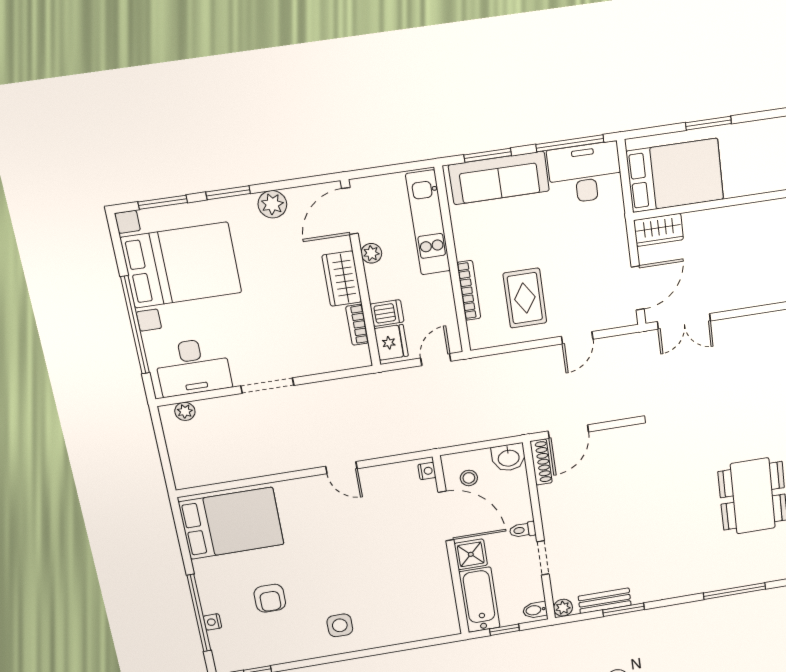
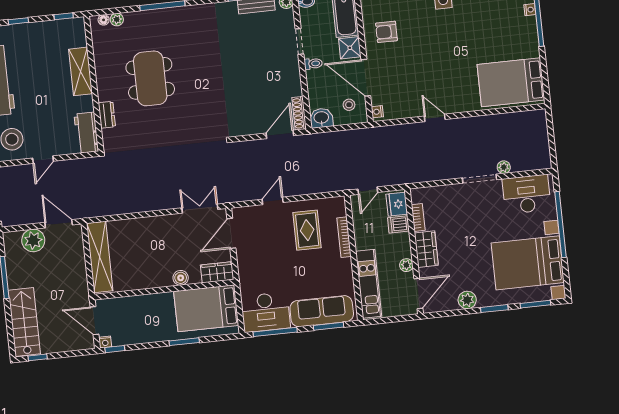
boiler: (713, 219) -> (181, 278), added
plant: (185, 411) -> (504, 167), moved
armchair: (270, 598) -> (386, 32), moved, turned -90

